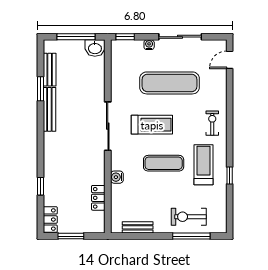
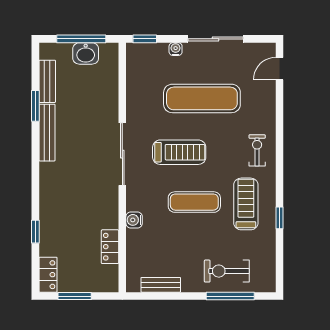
washbasin: (95, 48) -> (86, 53), moved

